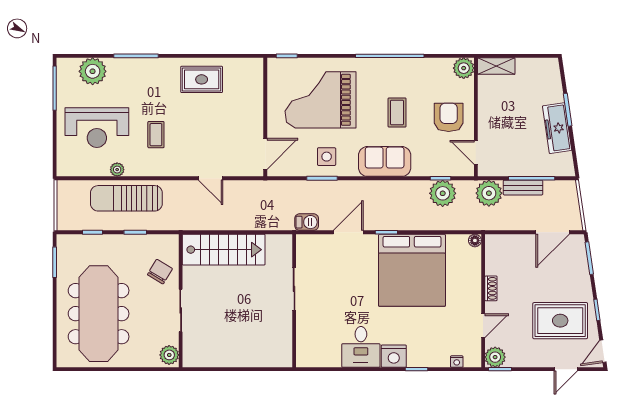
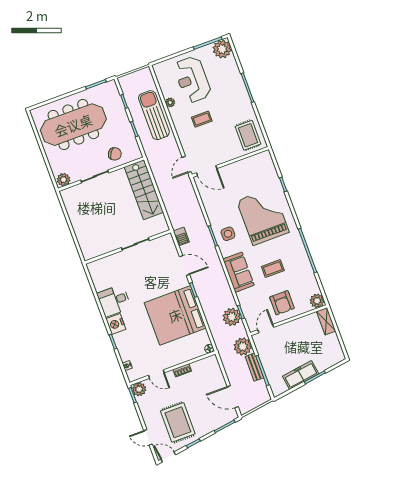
plant: (93, 71) -> (222, 49), moved
wall: (265, 117) -> (230, 162), moved
armchair: (449, 117) -> (282, 303), turned 90
door: (265, 154) -> (207, 171), moved

